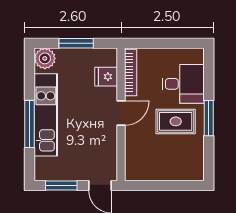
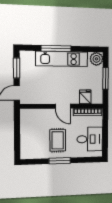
desk: (183, 84) -> (90, 139), moved, turned -90

